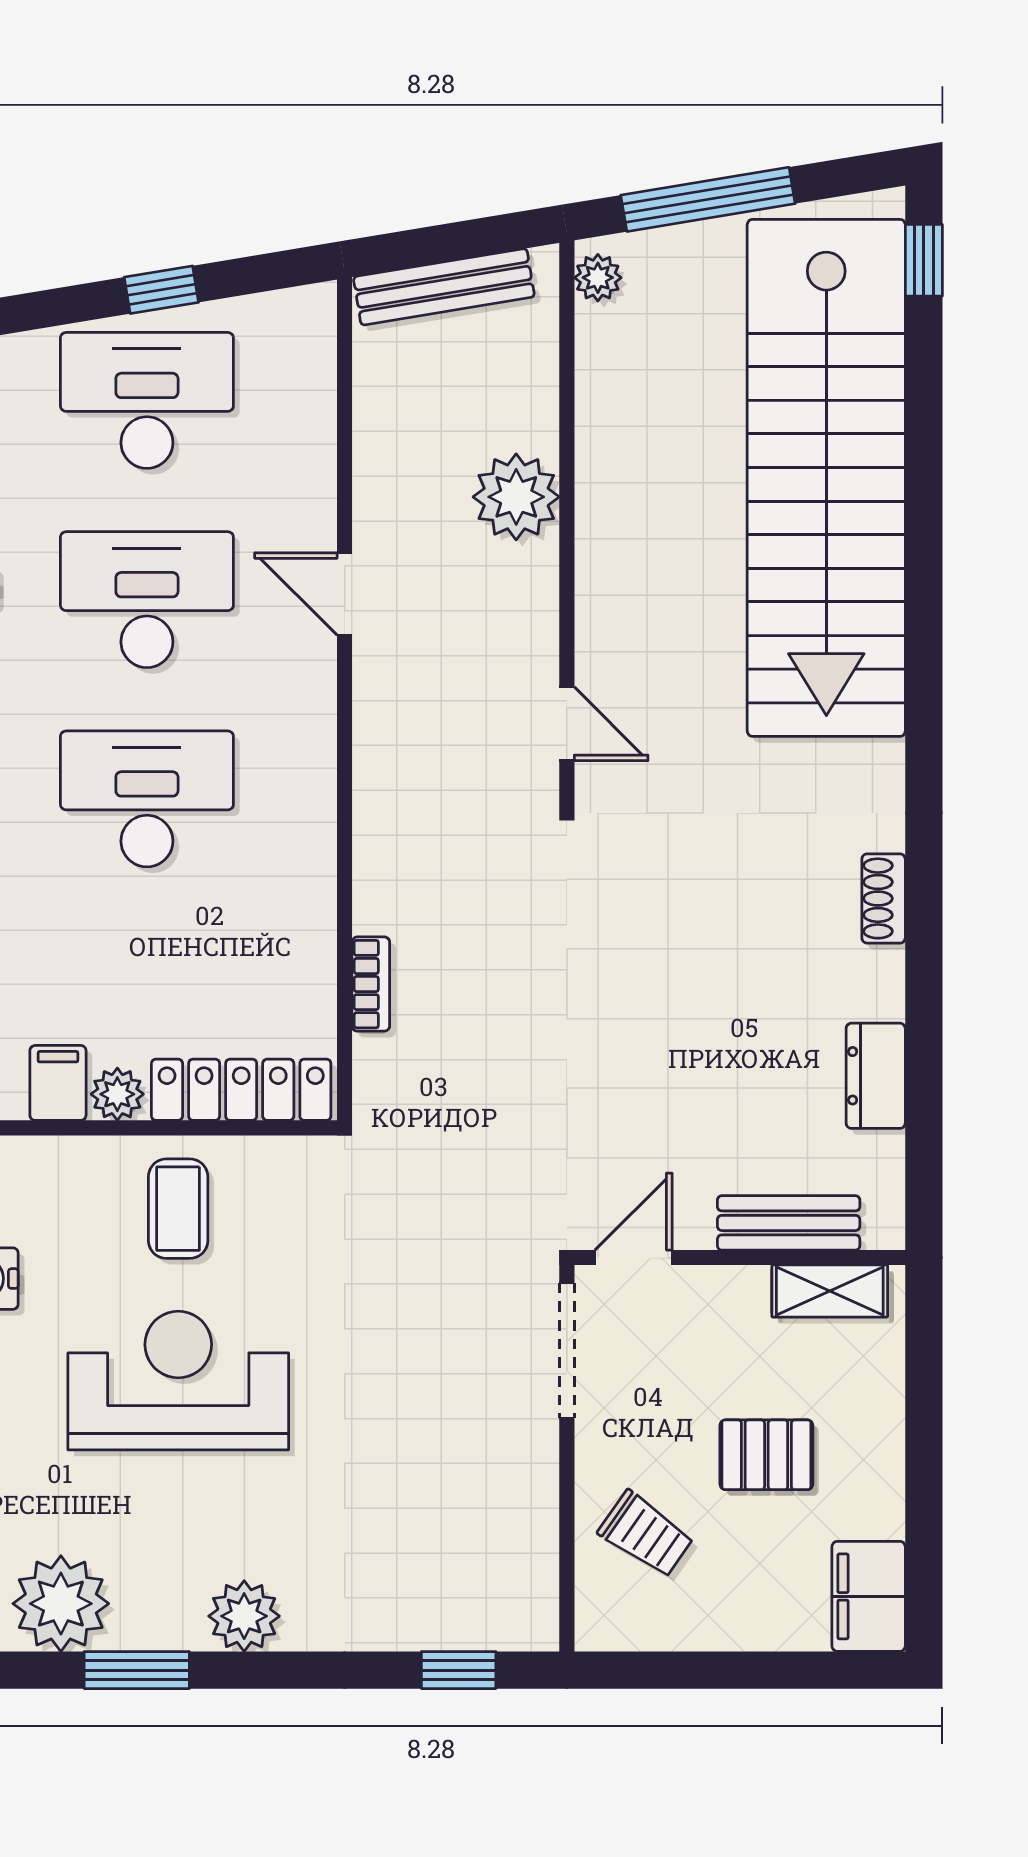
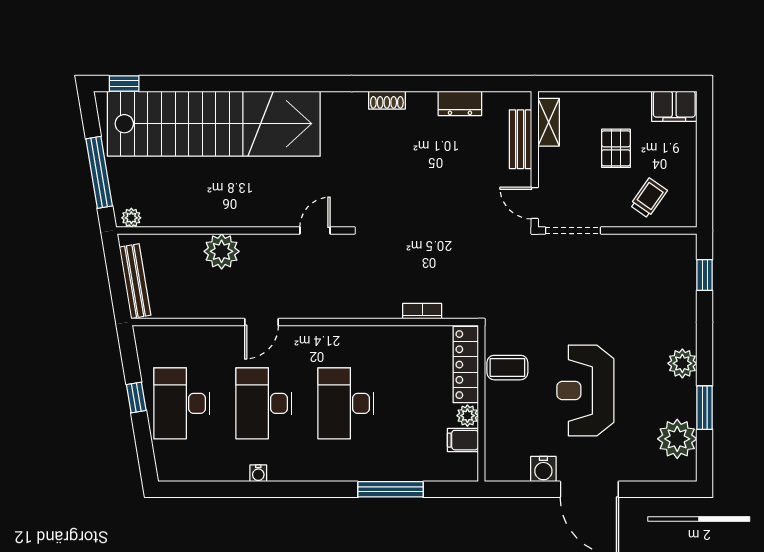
coffee table: (178, 1209) -> (507, 368), moved

